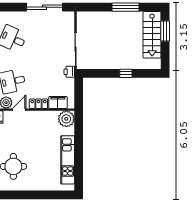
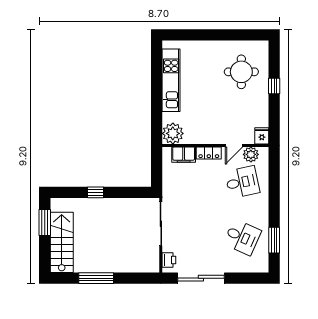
window: (165, 31) -> (45, 222), moved
printer: (69, 72) -> (169, 260), moved

